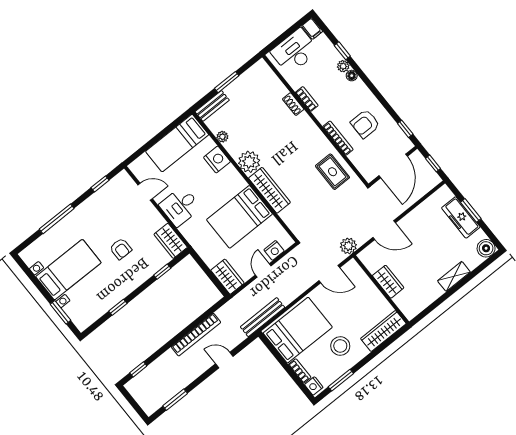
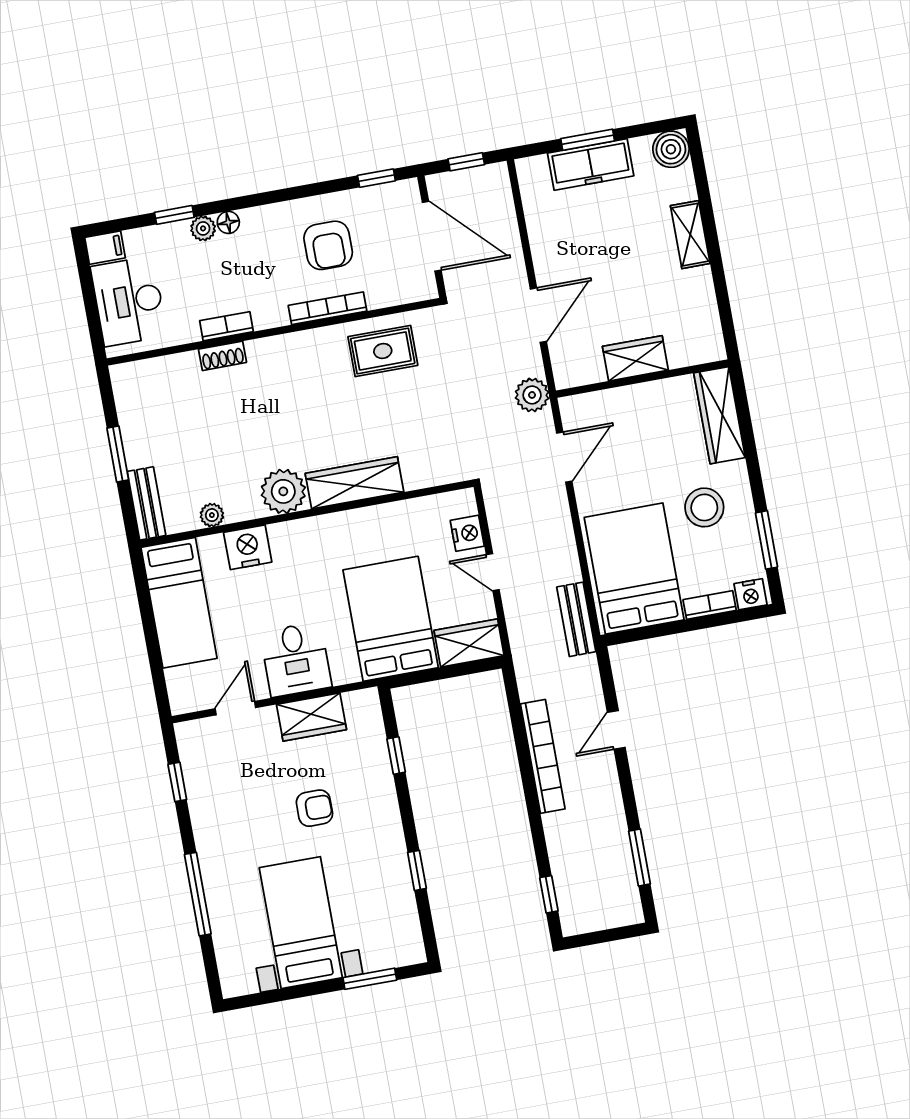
bed: (239, 217) -> (391, 619), moved, turned 180
wardrobe: (171, 241) -> (311, 717), moved
bench: (263, 317) -> (576, 619), width x0.73

